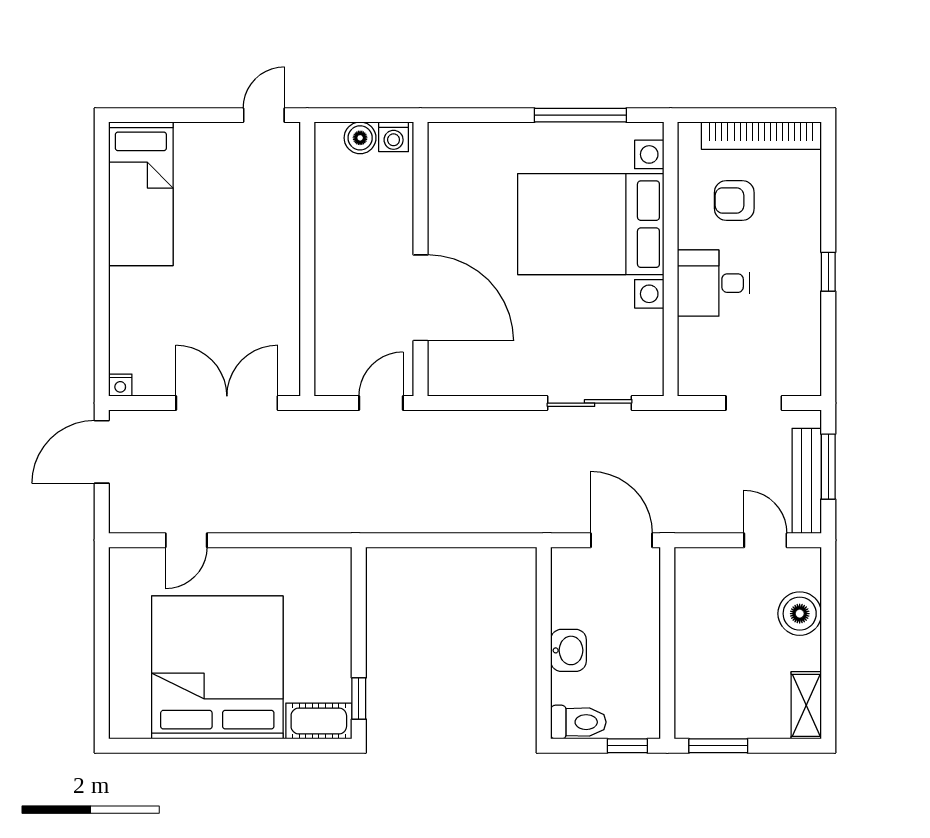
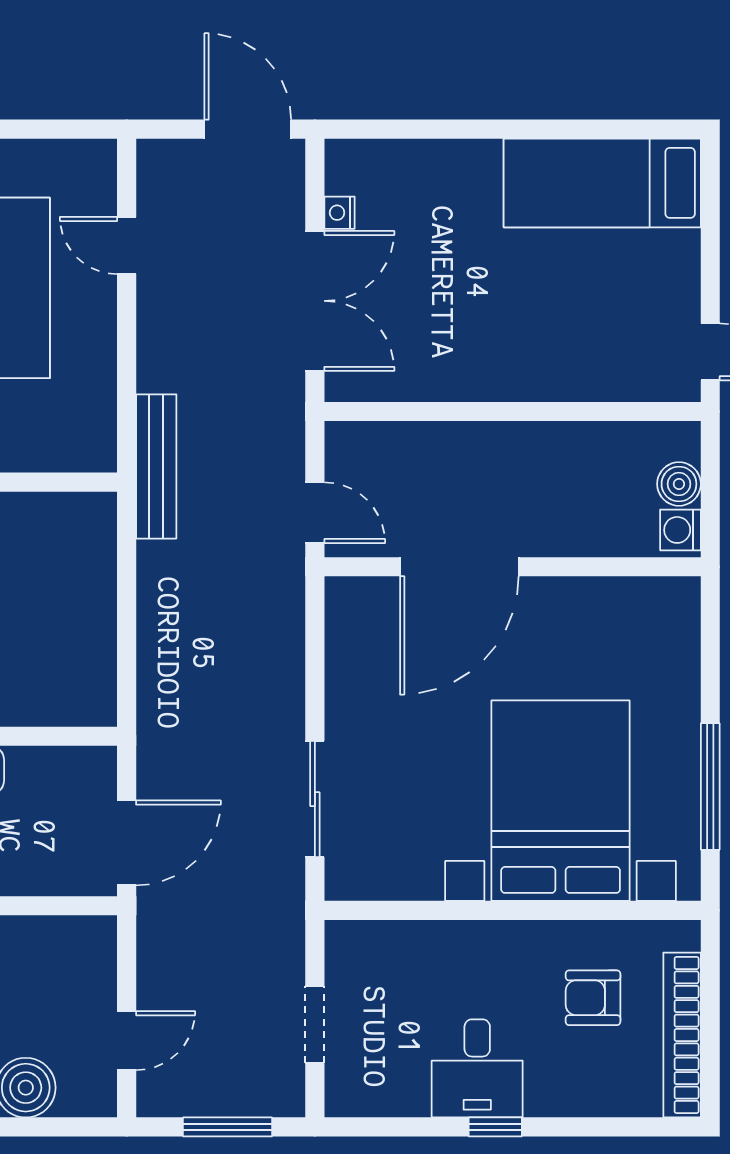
armchair: (734, 200) -> (593, 998), turned -90
desk: (713, 283) -> (477, 1068), moved, turned 180
nightstand: (120, 385) -> (339, 213), moved
bench: (807, 481) -> (156, 466), moved, turned 90

